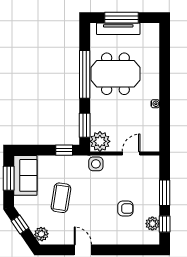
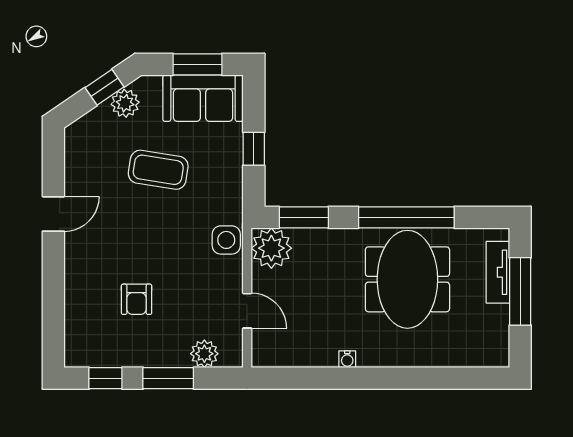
tv unit: (118, 29) -> (498, 272), width x0.71
window: (64, 150) -> (254, 149), moved
plant: (152, 224) -> (204, 354), moved
plant: (41, 234) -> (125, 103), moved

